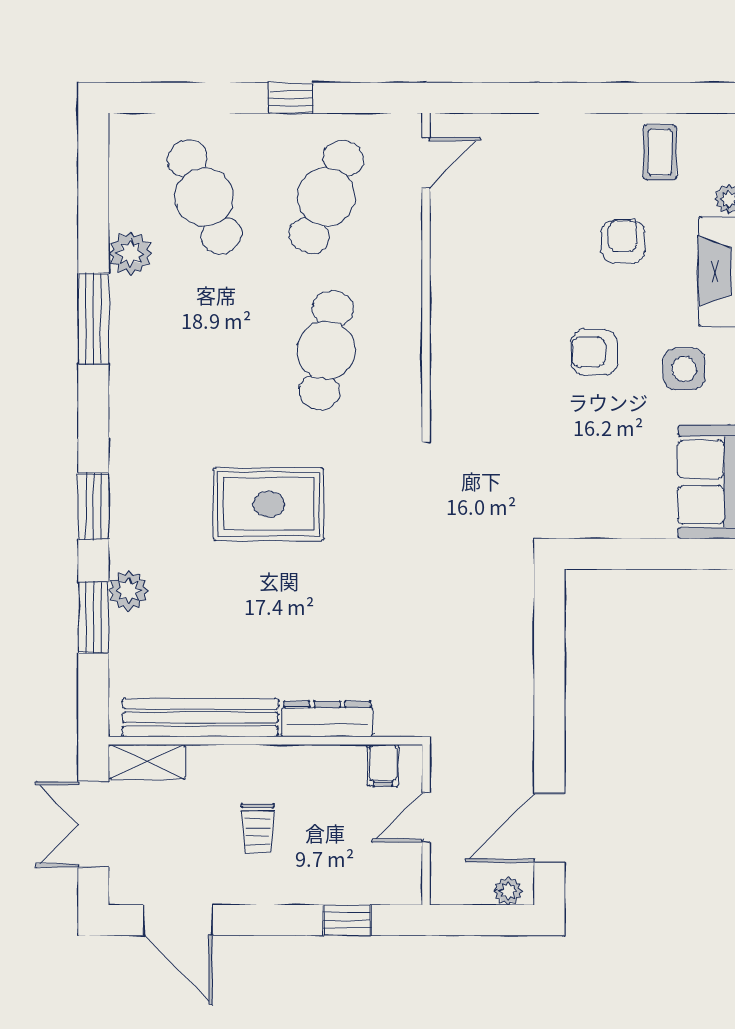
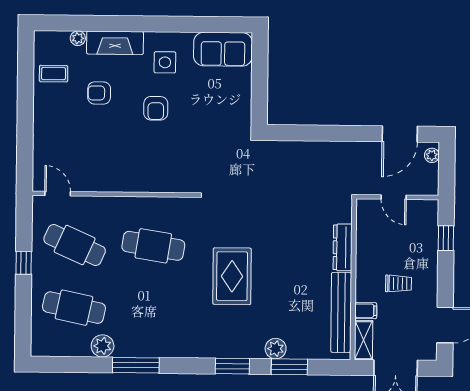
cafe table: (204, 197) -> (74, 308), turned 36
filing cabinet: (383, 765) -> (366, 311), moved
door: (549, 828) -> (400, 134), hinge flipped

